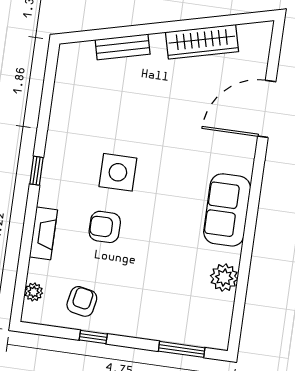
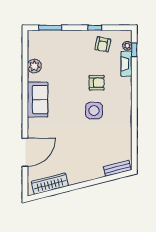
wardrobe: (202, 42) -> (50, 184), moved
bench: (123, 47) -> (117, 168), moved
window: (37, 171) -> (134, 50), moved
fireplace: (43, 233) -> (126, 64), moved

